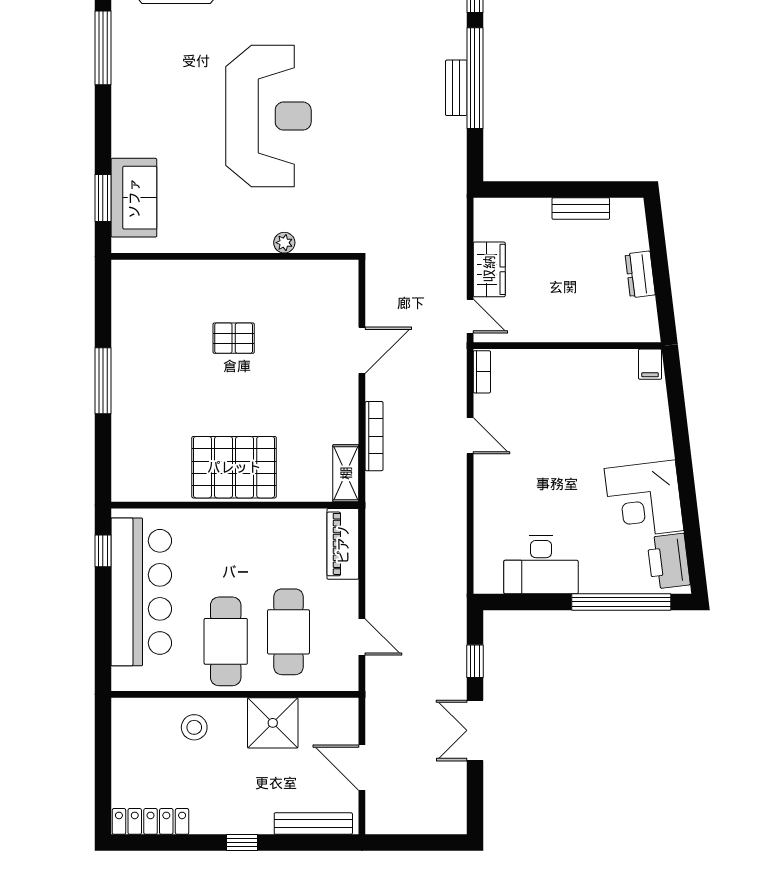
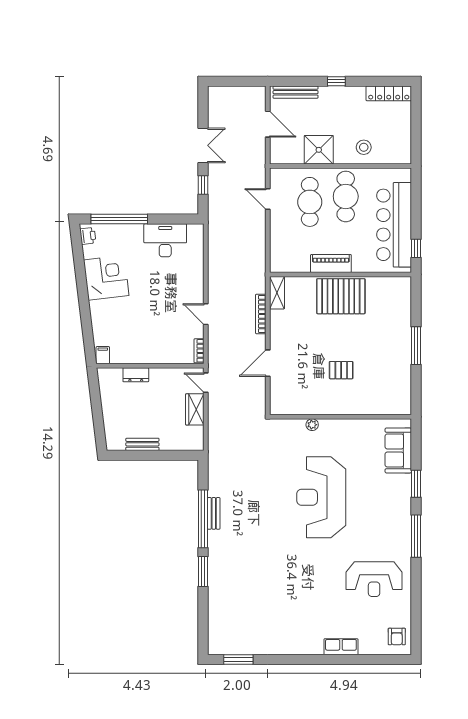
window: (103, 198) -> (416, 484), moved
dresser: (640, 274) -> (136, 375), moved, turned 97
piano: (343, 544) -> (331, 263), moved, turned -90
printer: (669, 561) -> (88, 236), width x0.53, depth x0.68

